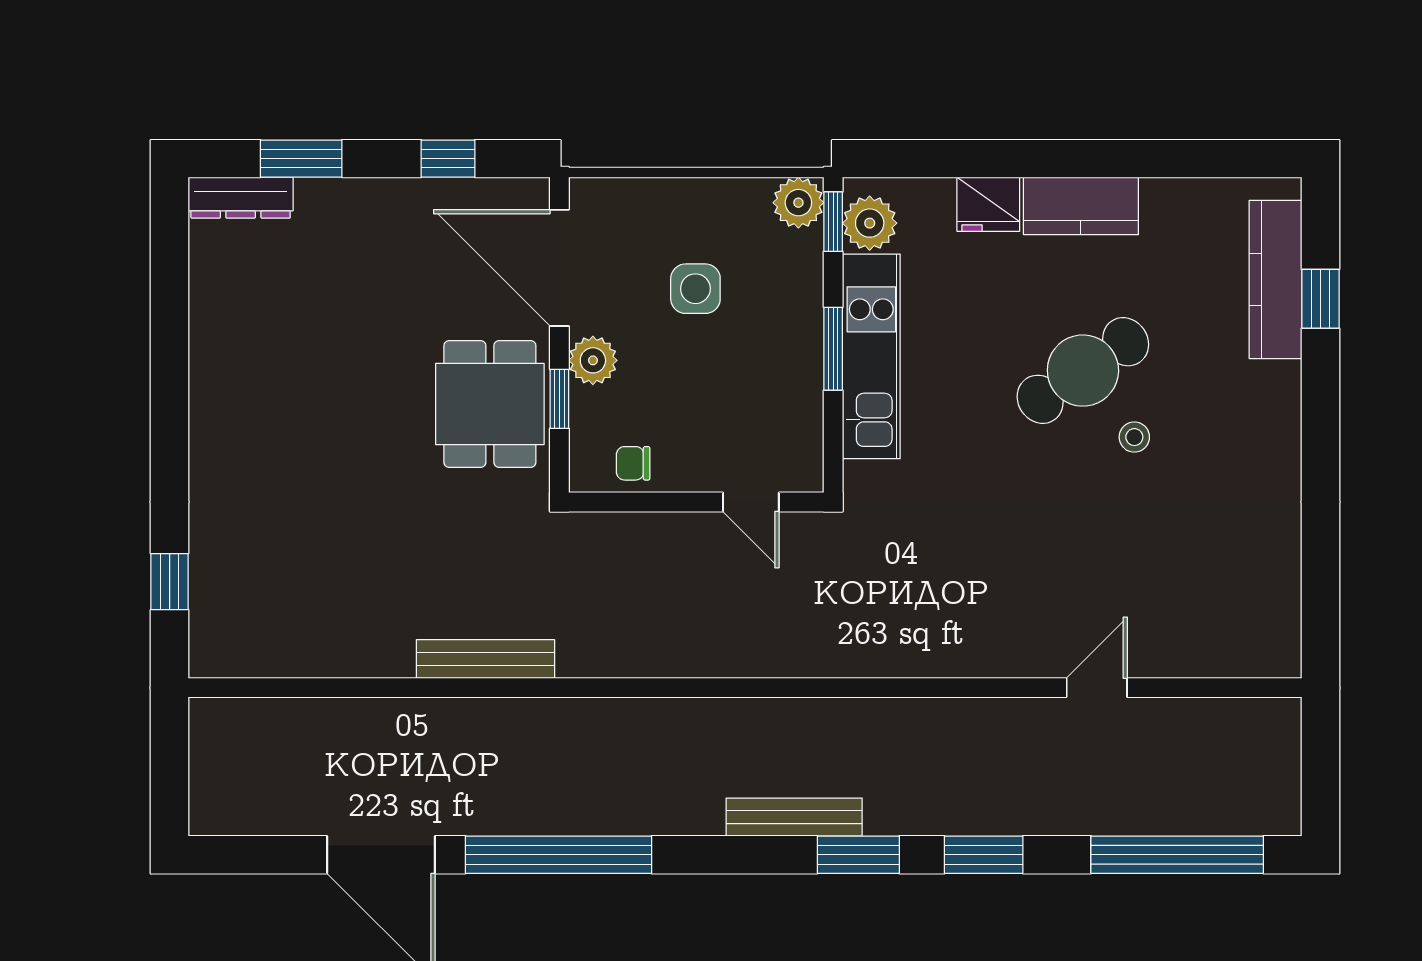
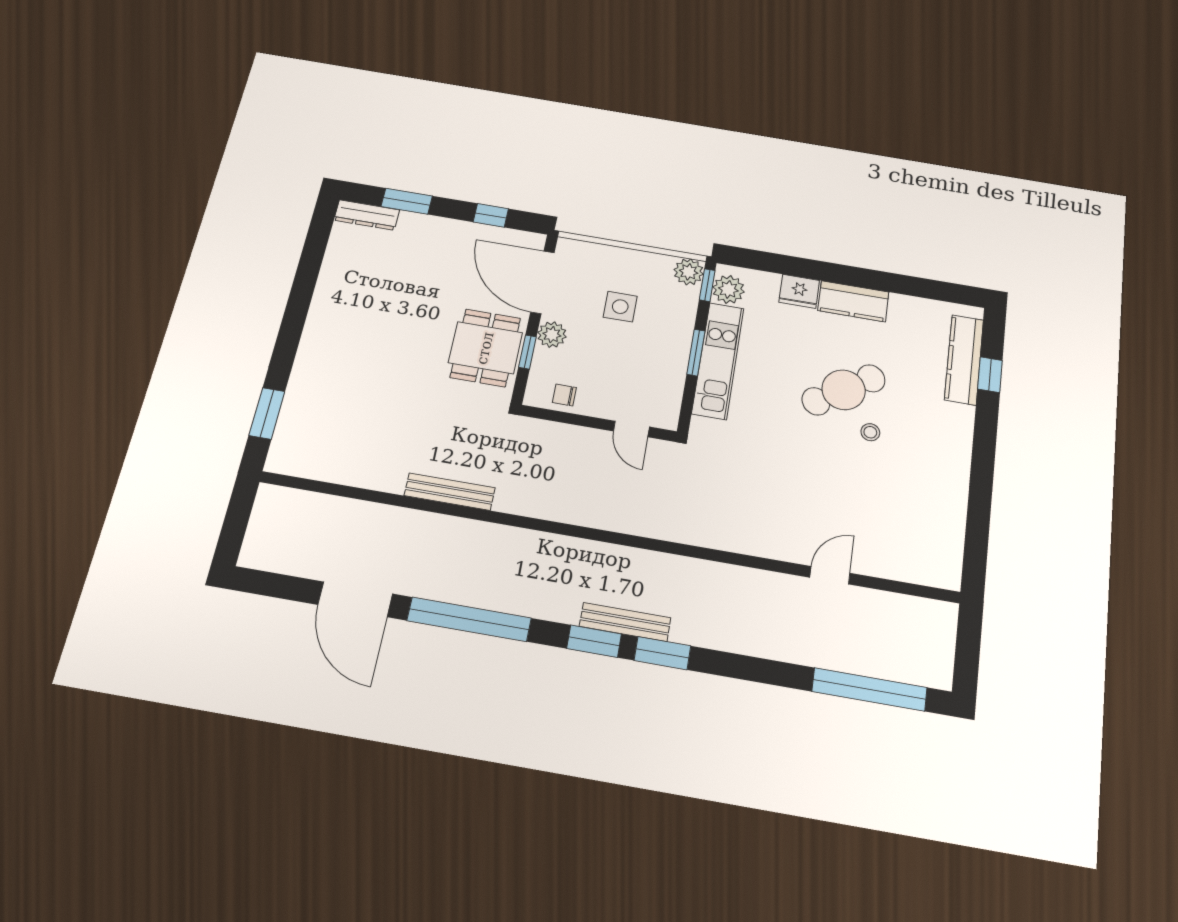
window: (170, 582) -> (267, 413), width x1.50
window: (984, 855) -> (594, 641), moved

